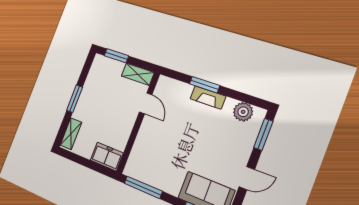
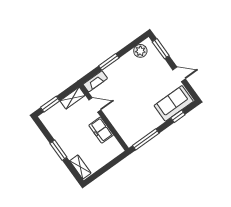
fireplace: (208, 97) -> (95, 81), moved
freezer: (107, 157) -> (101, 130), moved, turned -90
door: (247, 178) -> (179, 74), hinge flipped

